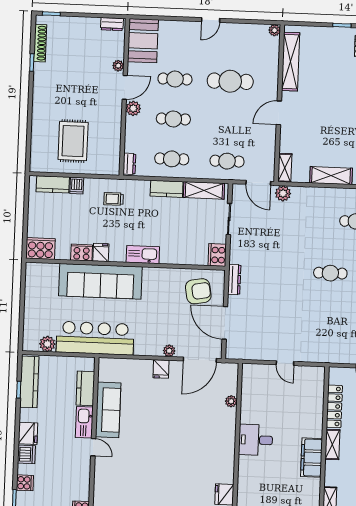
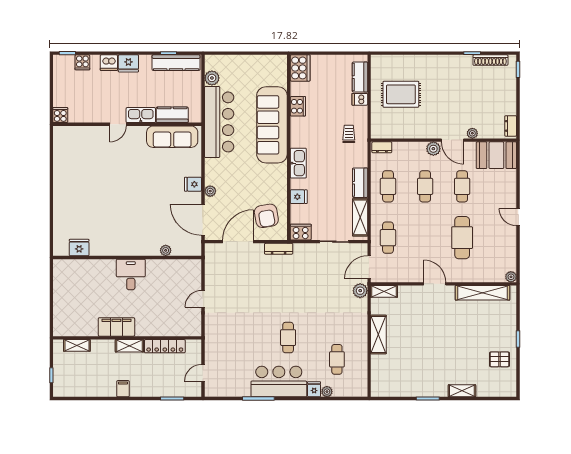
fridge: (101, 253) -> (299, 197), moved
sofa: (108, 410) -> (172, 137), moved

